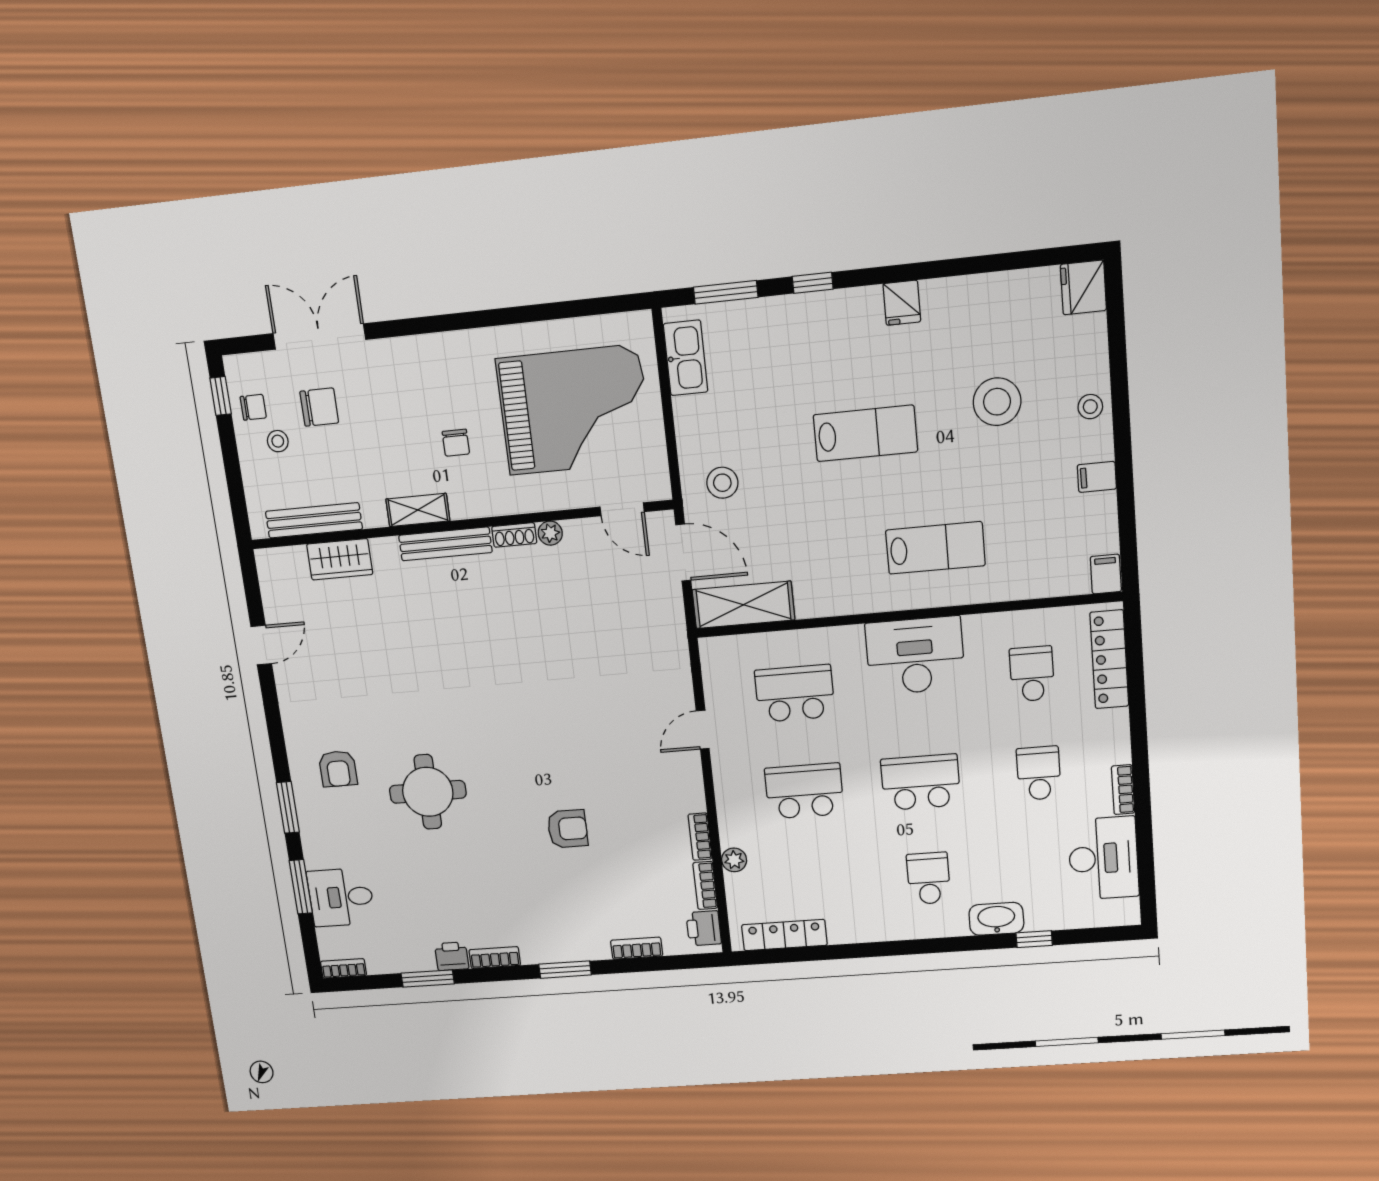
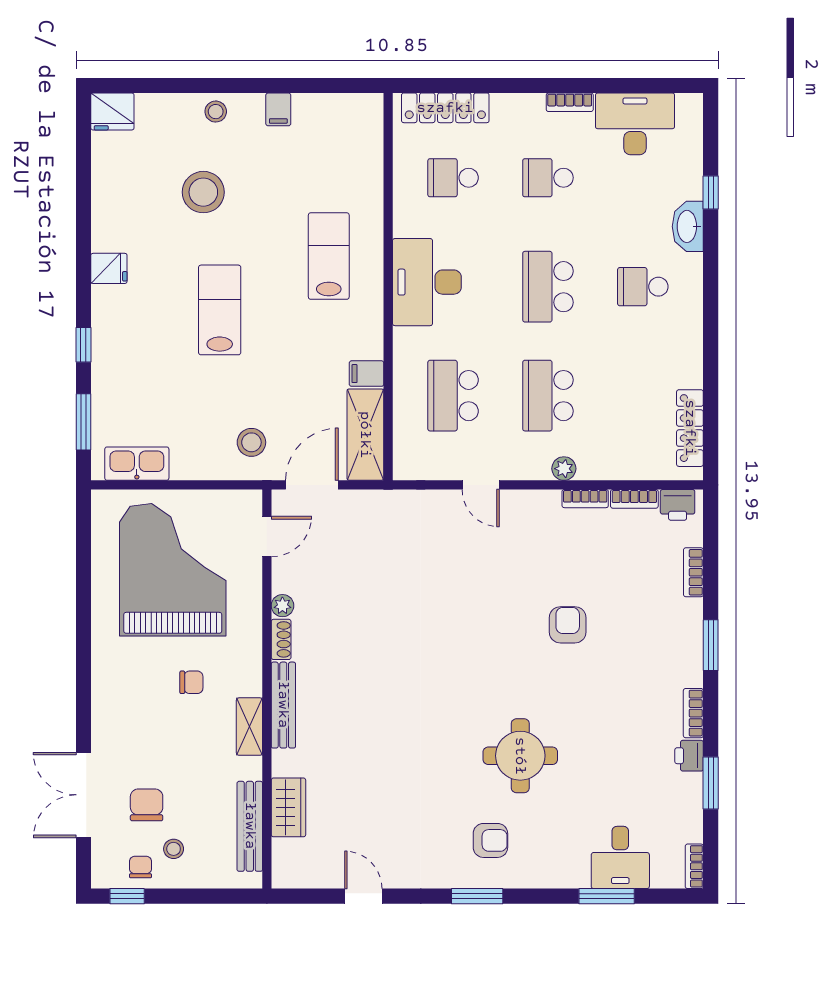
filing cabinet: (1106, 574) -> (367, 374), moved
window: (288, 807) -> (477, 896), moved
plant: (734, 860) -> (564, 469), moved

